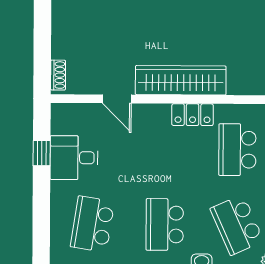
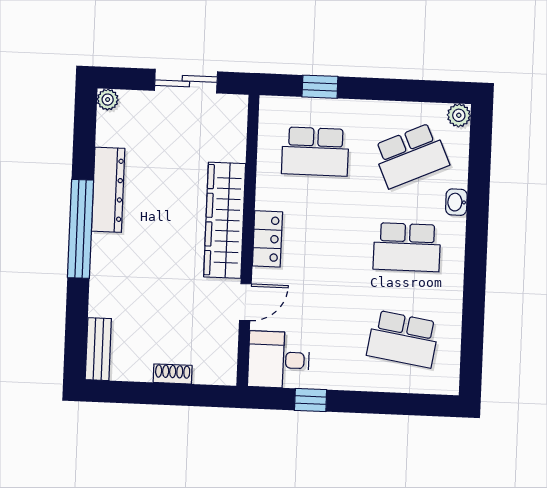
shoe rack: (58, 75) -> (173, 374), moved
locker: (193, 115) -> (267, 239), moved
desk: (74, 158) -> (279, 360), moved, turned 90

